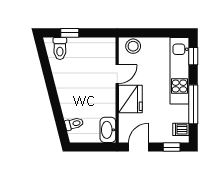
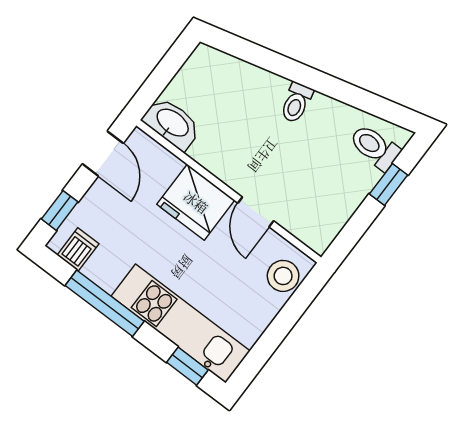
toilet: (74, 124) -> (296, 103), moved

